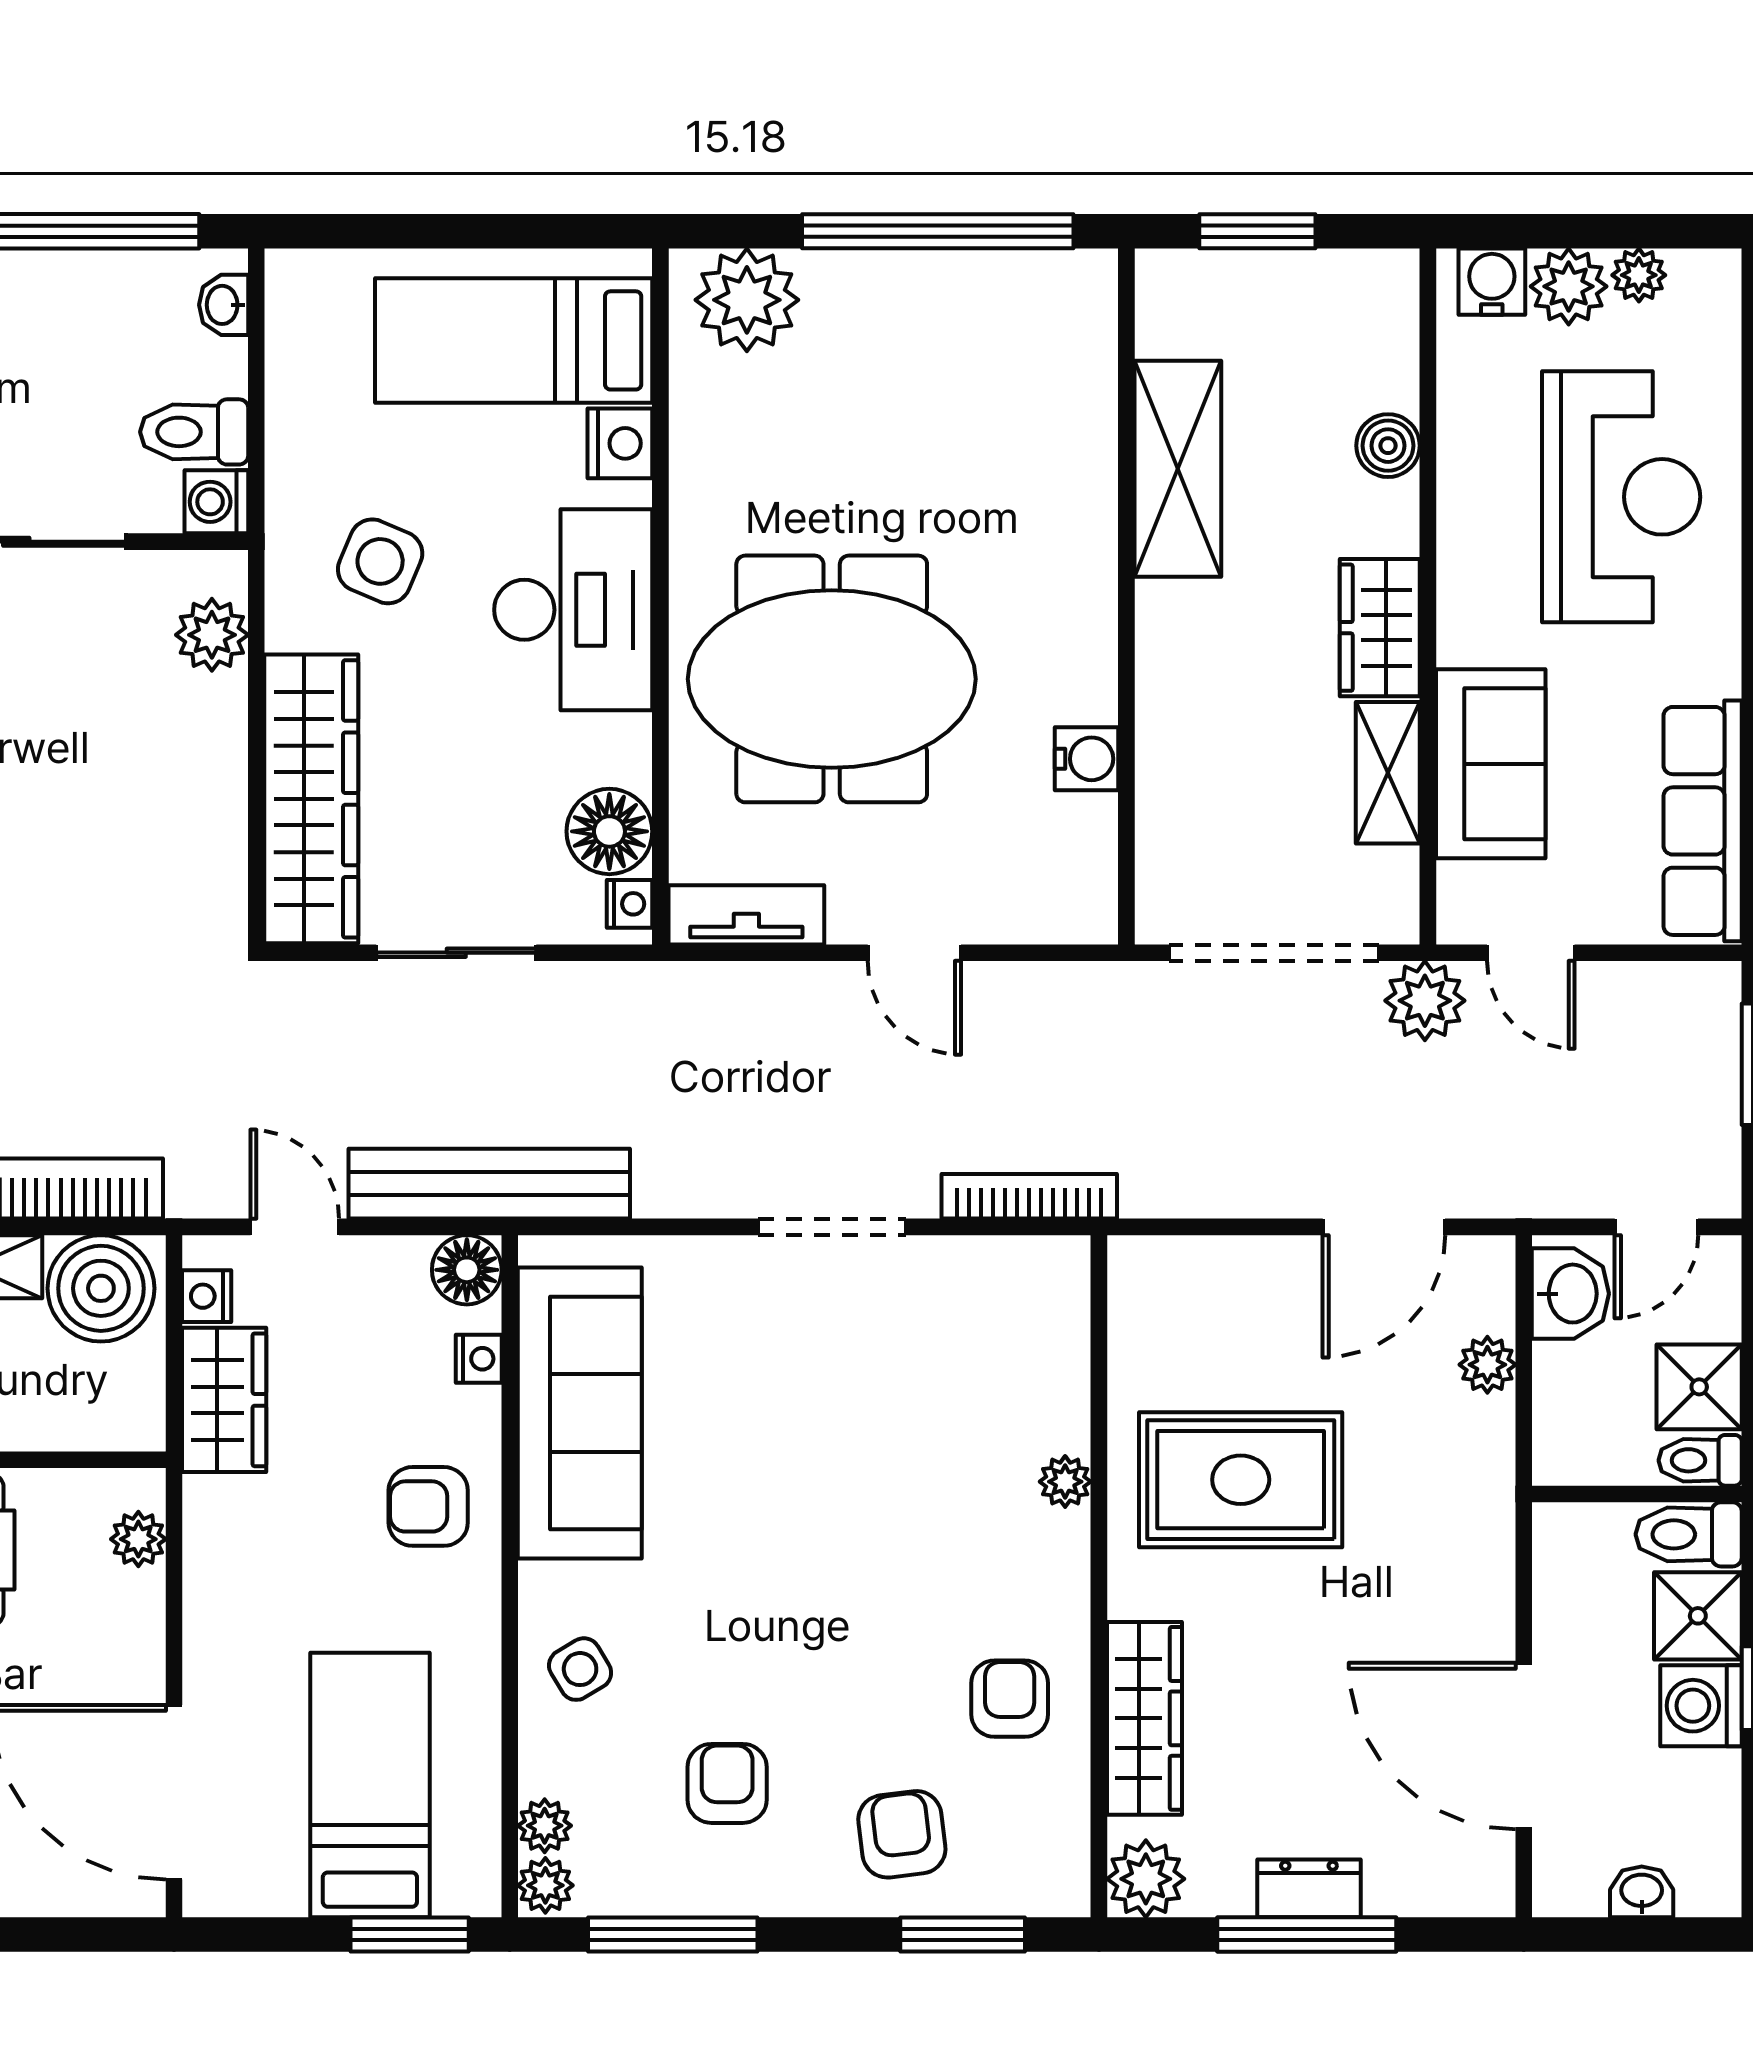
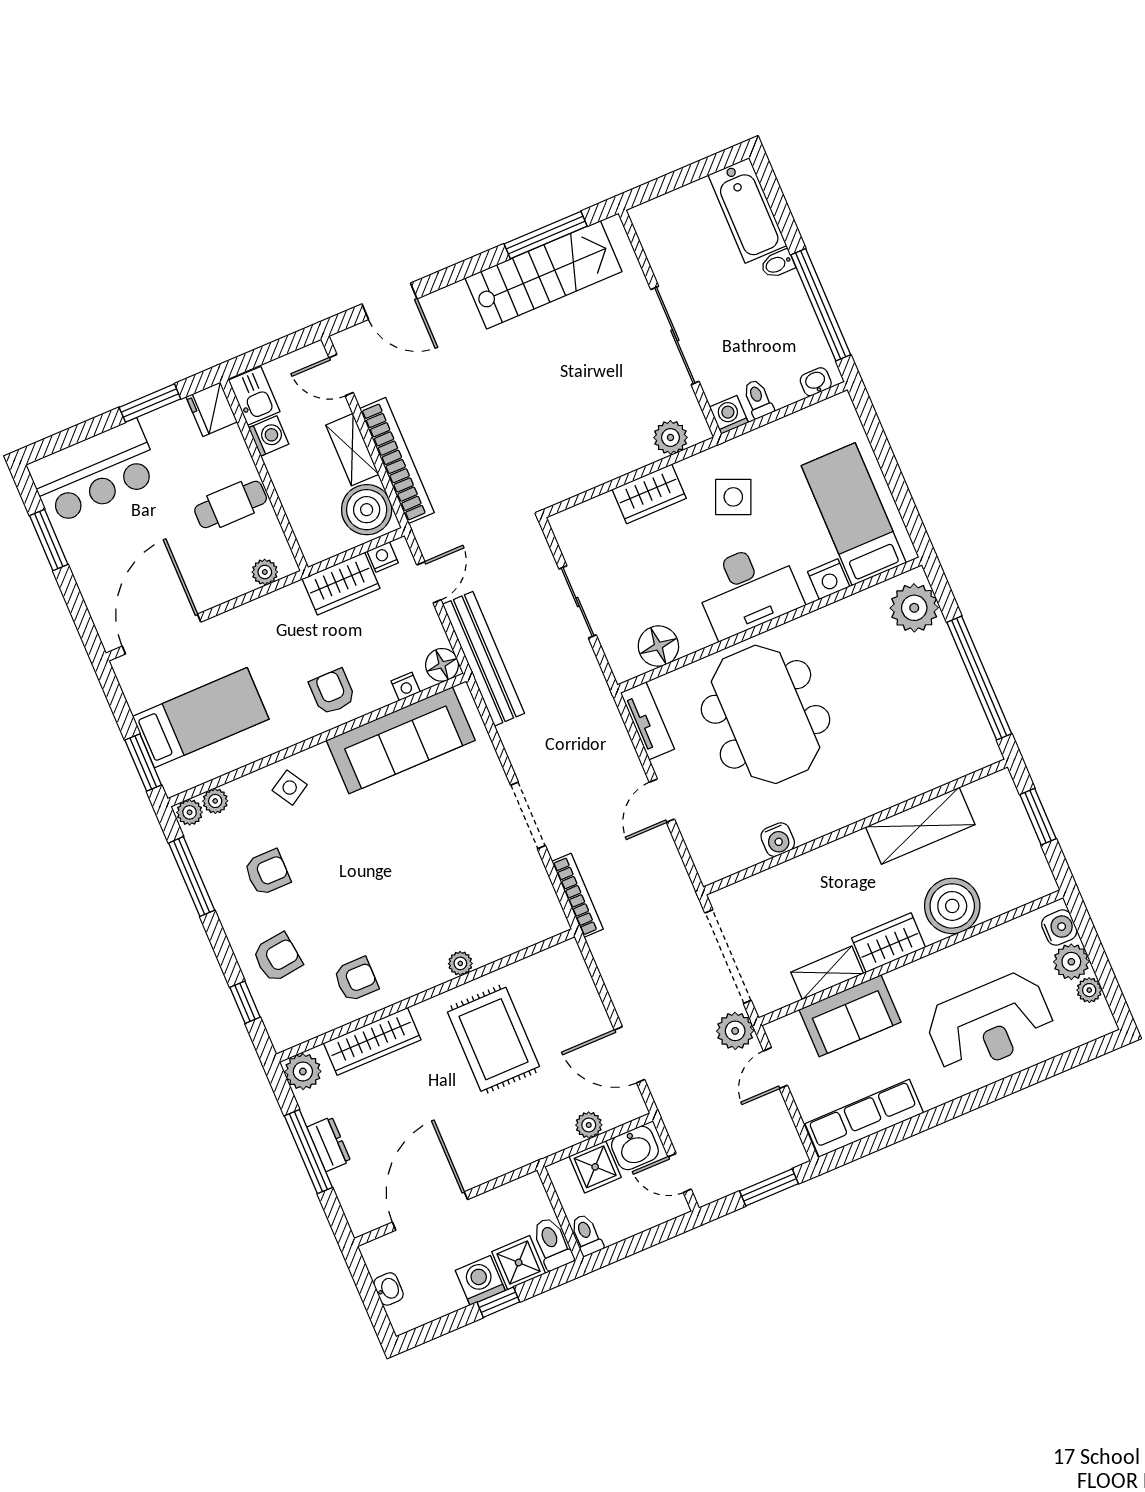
toilet: (194, 432) -> (758, 399), width x0.73, depth x0.72
boiler: (1388, 446) -> (952, 906), width x1.86, depth x1.86
wardrobe: (311, 799) -> (649, 494), width x0.48, depth x0.85
nightstand: (630, 904) -> (631, 668), removed
shower: (1699, 1387) -> (595, 1167), moved
window: (963, 1935) -> (245, 1002), width x0.67

